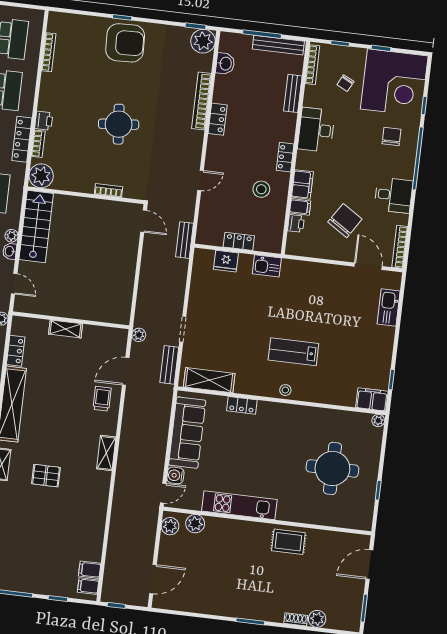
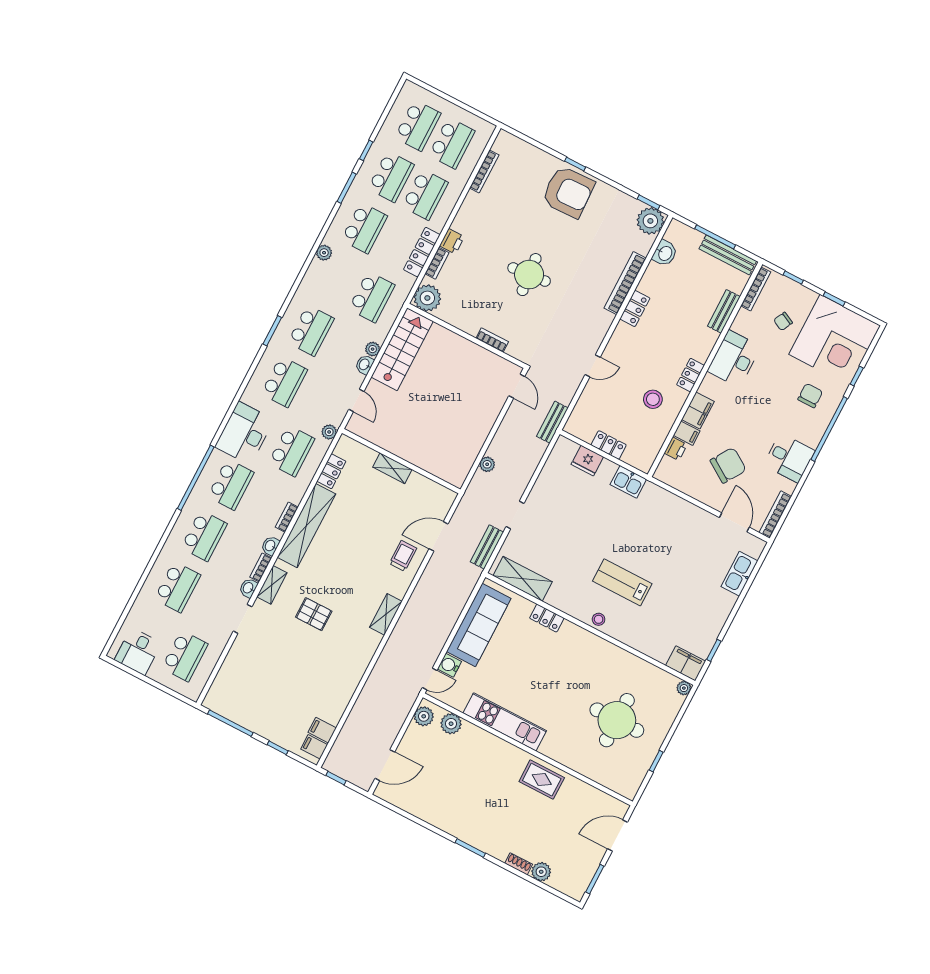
plant: (139, 335) -> (487, 464), moved

